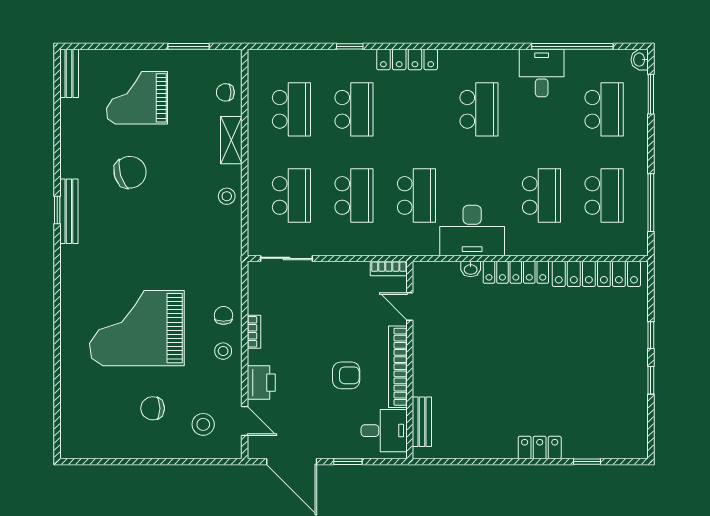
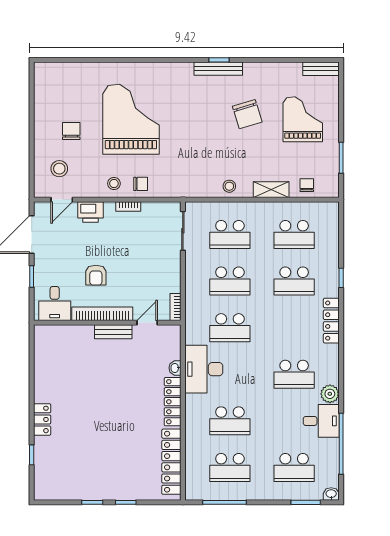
plant: (505, 61) -> (330, 394), added
bench: (422, 422) -> (113, 332), moved

